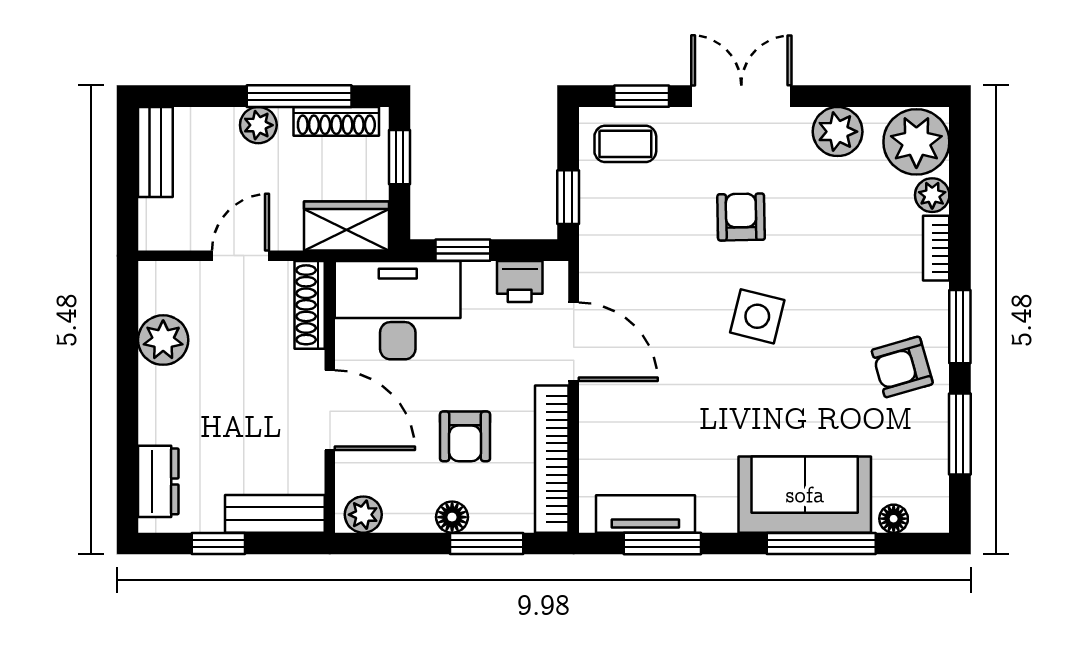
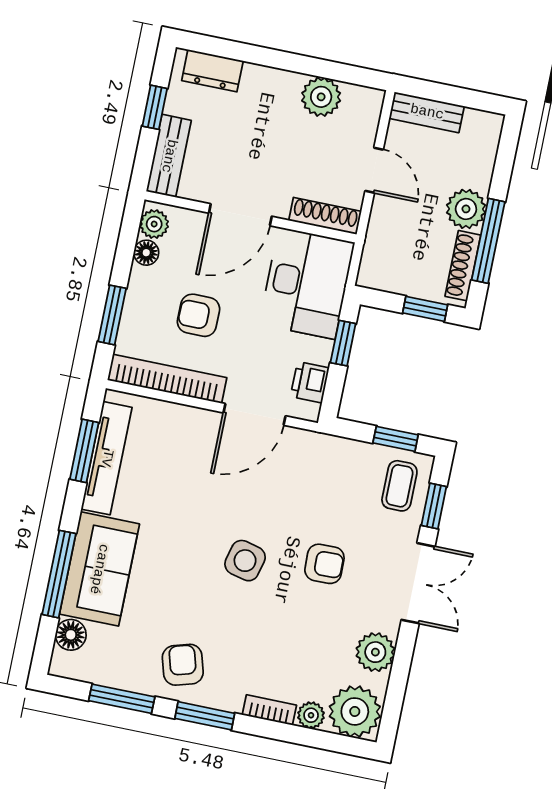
plant: (258, 125) -> (466, 209), width x1.38, depth x1.38
bench: (155, 152) -> (427, 112), moved
window: (568, 197) -> (396, 439), moved
wardrobe: (346, 226) -> (380, 257), removed
tv unit: (645, 514) -> (107, 458), width x1.41
floor lamp: (452, 517) -> (146, 253), moved
floor lamp: (894, 519) -> (71, 635), width x1.37, depth x1.37

